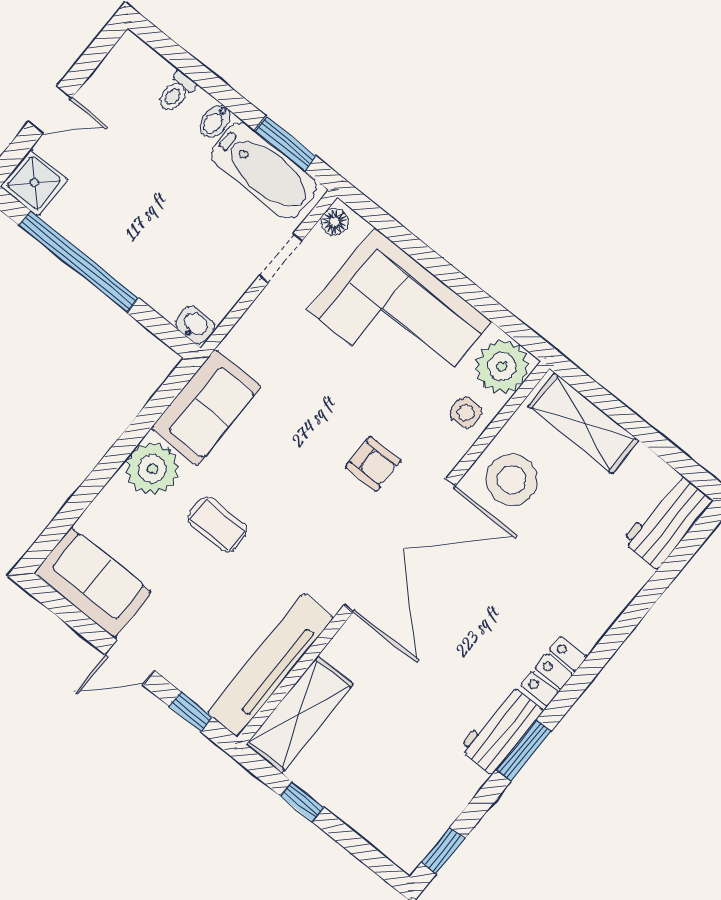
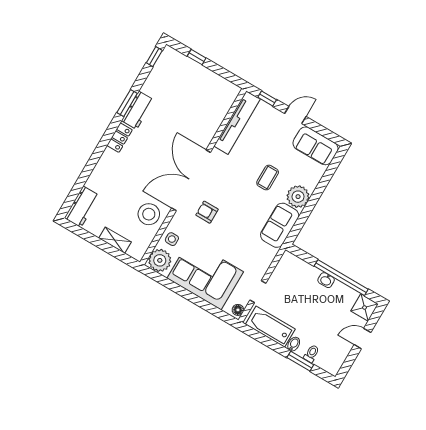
window: (285, 143) -> (300, 361), moved
washbasin: (195, 325) -> (326, 280), moved
shelving: (583, 423) -> (115, 240), width x0.67, depth x0.75
coffee table: (218, 524) -> (268, 178), turned 90
shelving: (300, 714) -> (222, 104), removed
window: (302, 802) -> (197, 57), moved

